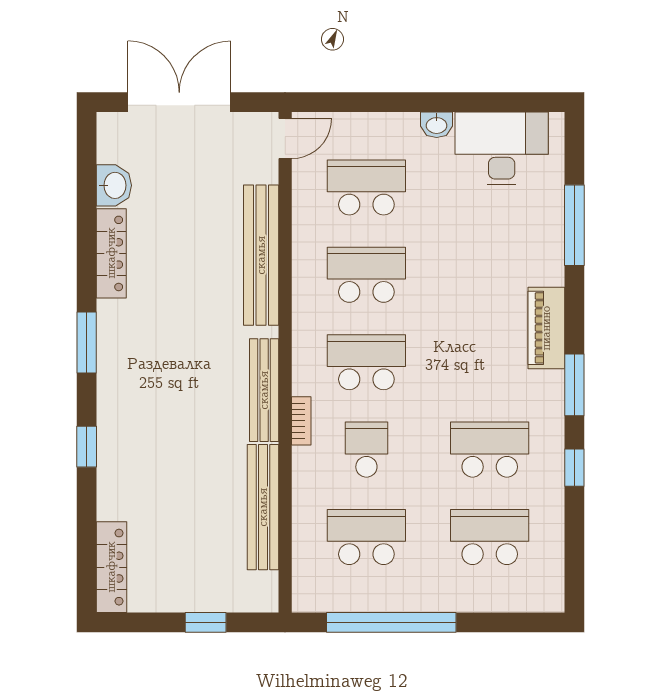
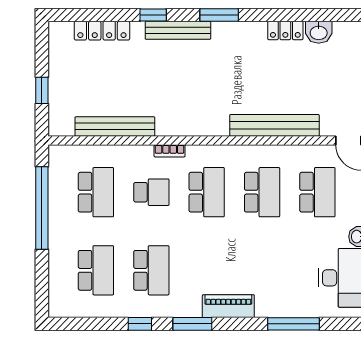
locker: (111, 253) -> (285, 31), width x0.66
bench: (264, 390) -> (178, 30), moved
locker: (111, 567) -> (102, 31), moved

